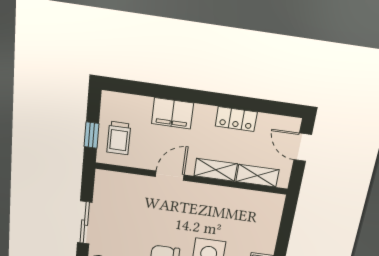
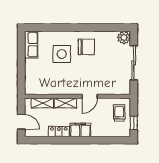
filing cabinet: (172, 113) -> (80, 130), moved
window: (92, 135) -> (134, 123), moved
sliding door: (85, 223) -> (134, 63), width x1.37

